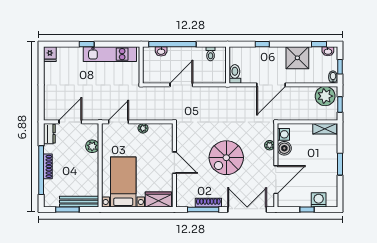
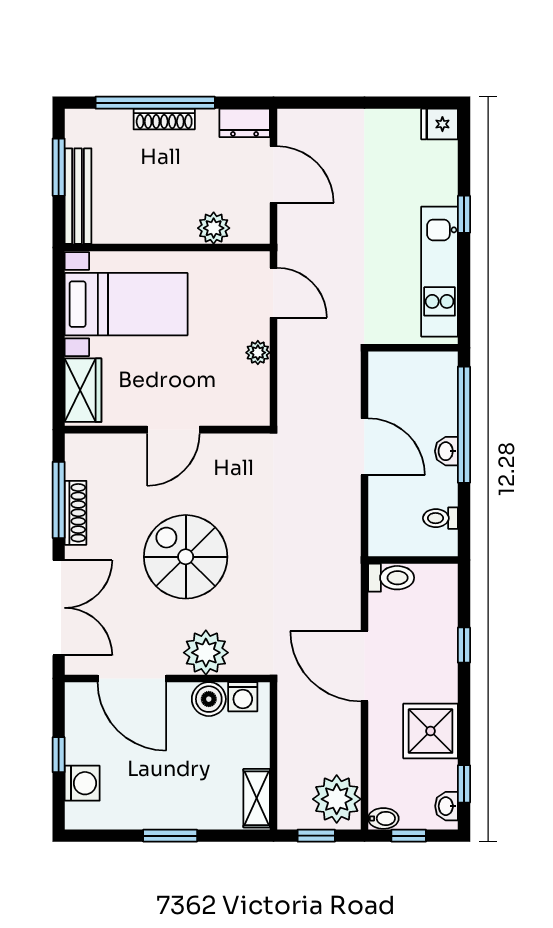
washbasin: (161, 51) -> (446, 451), moved
plant: (270, 145) -> (206, 653), width x1.88, depth x1.88

